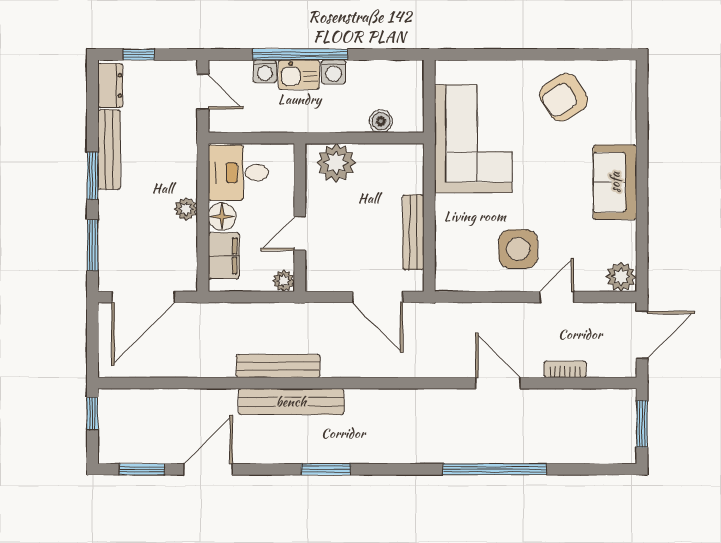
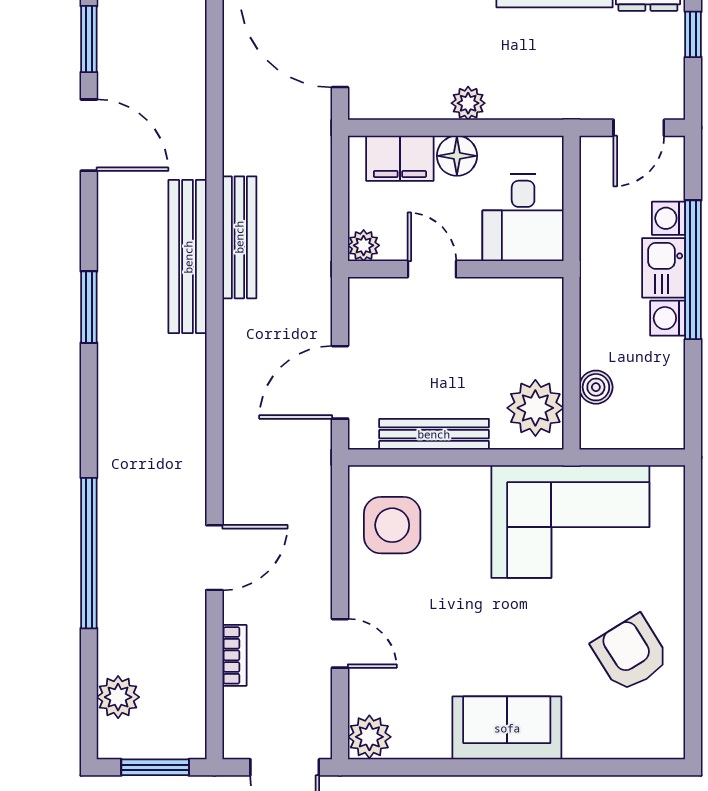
plant: (336, 163) -> (535, 408), moved
desk: (238, 173) -> (523, 217), moved, turned 180
side table: (518, 249) -> (392, 525), moved
plant: (594, 449) -> (118, 697), added

